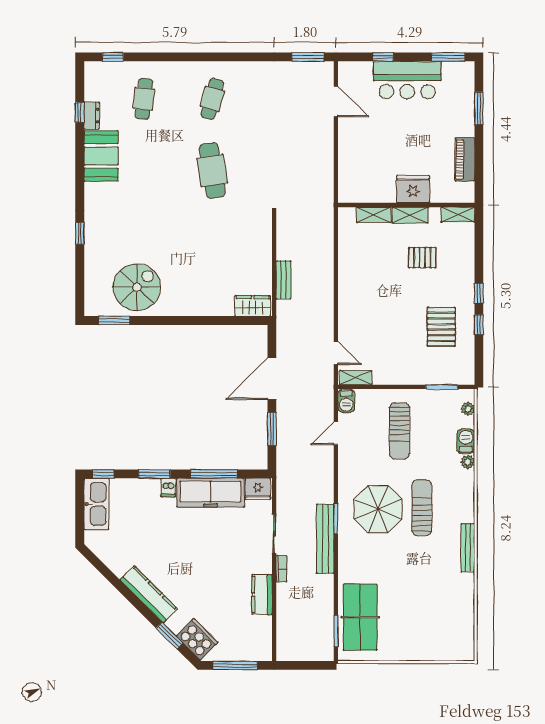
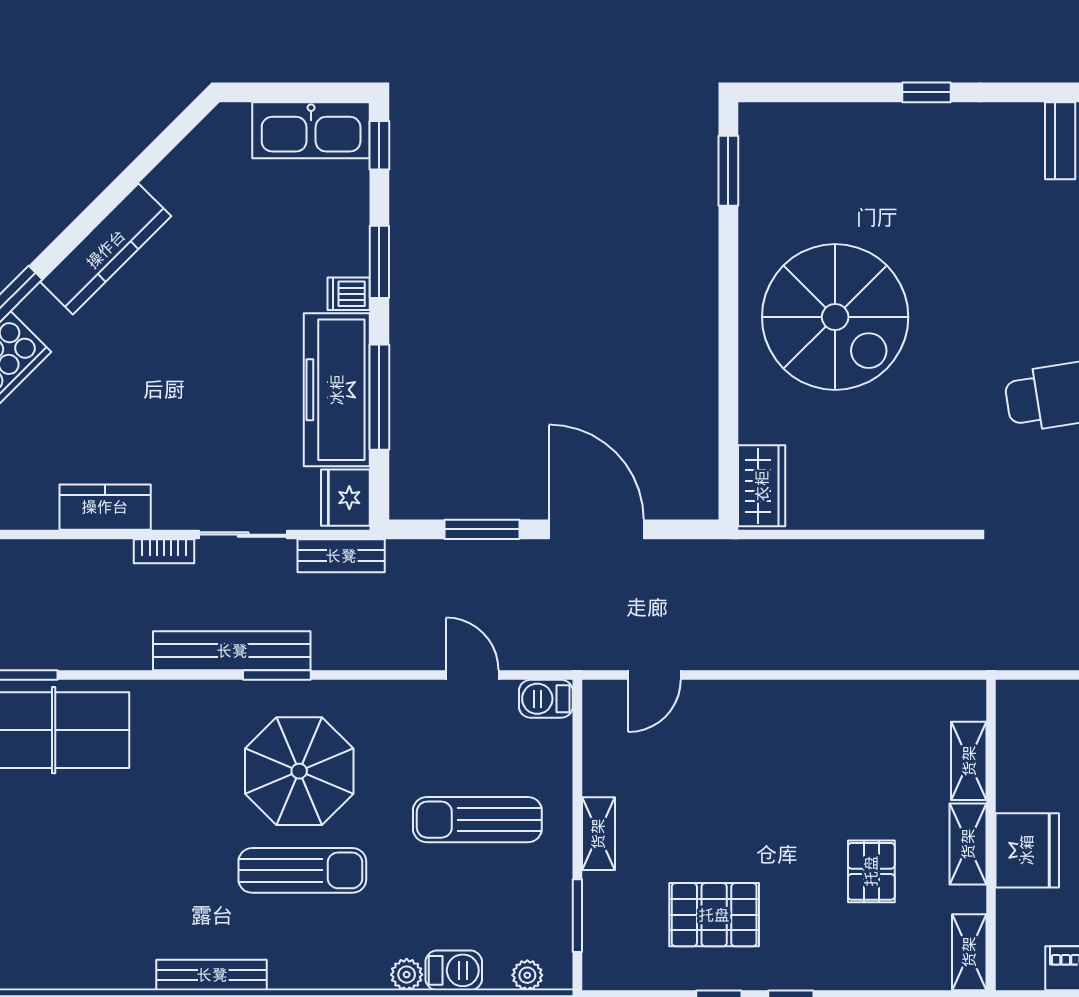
bench: (284, 280) -> (341, 556), moved
spiral stairs: (137, 287) -> (835, 317), moved, width x1.37, depth x1.37
shelving: (356, 378) -> (598, 834), moved

